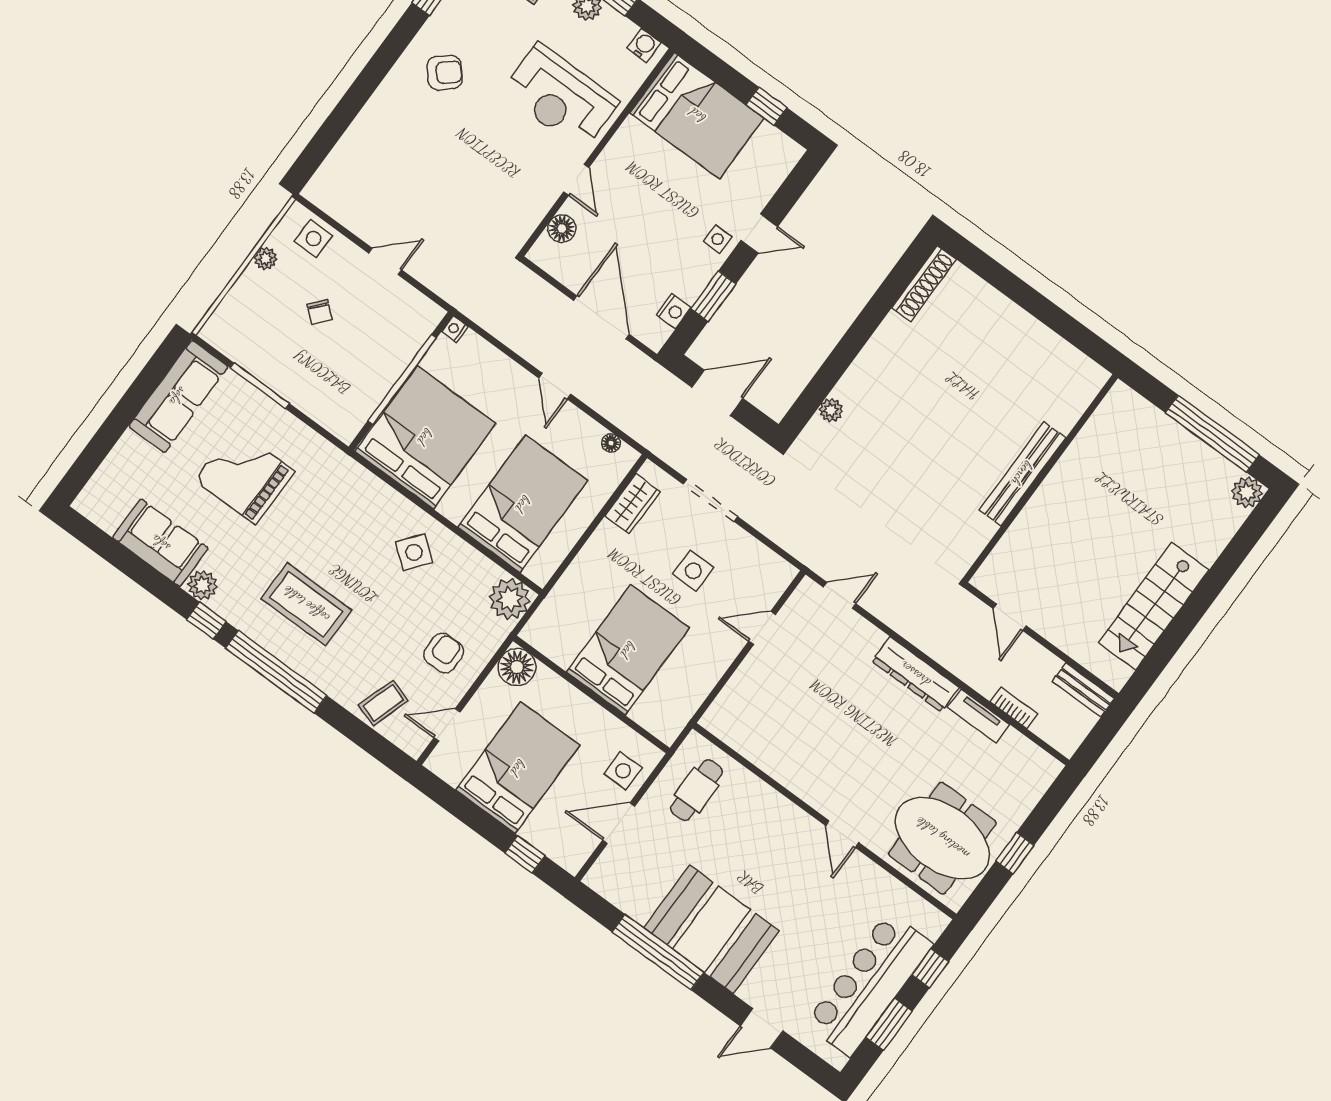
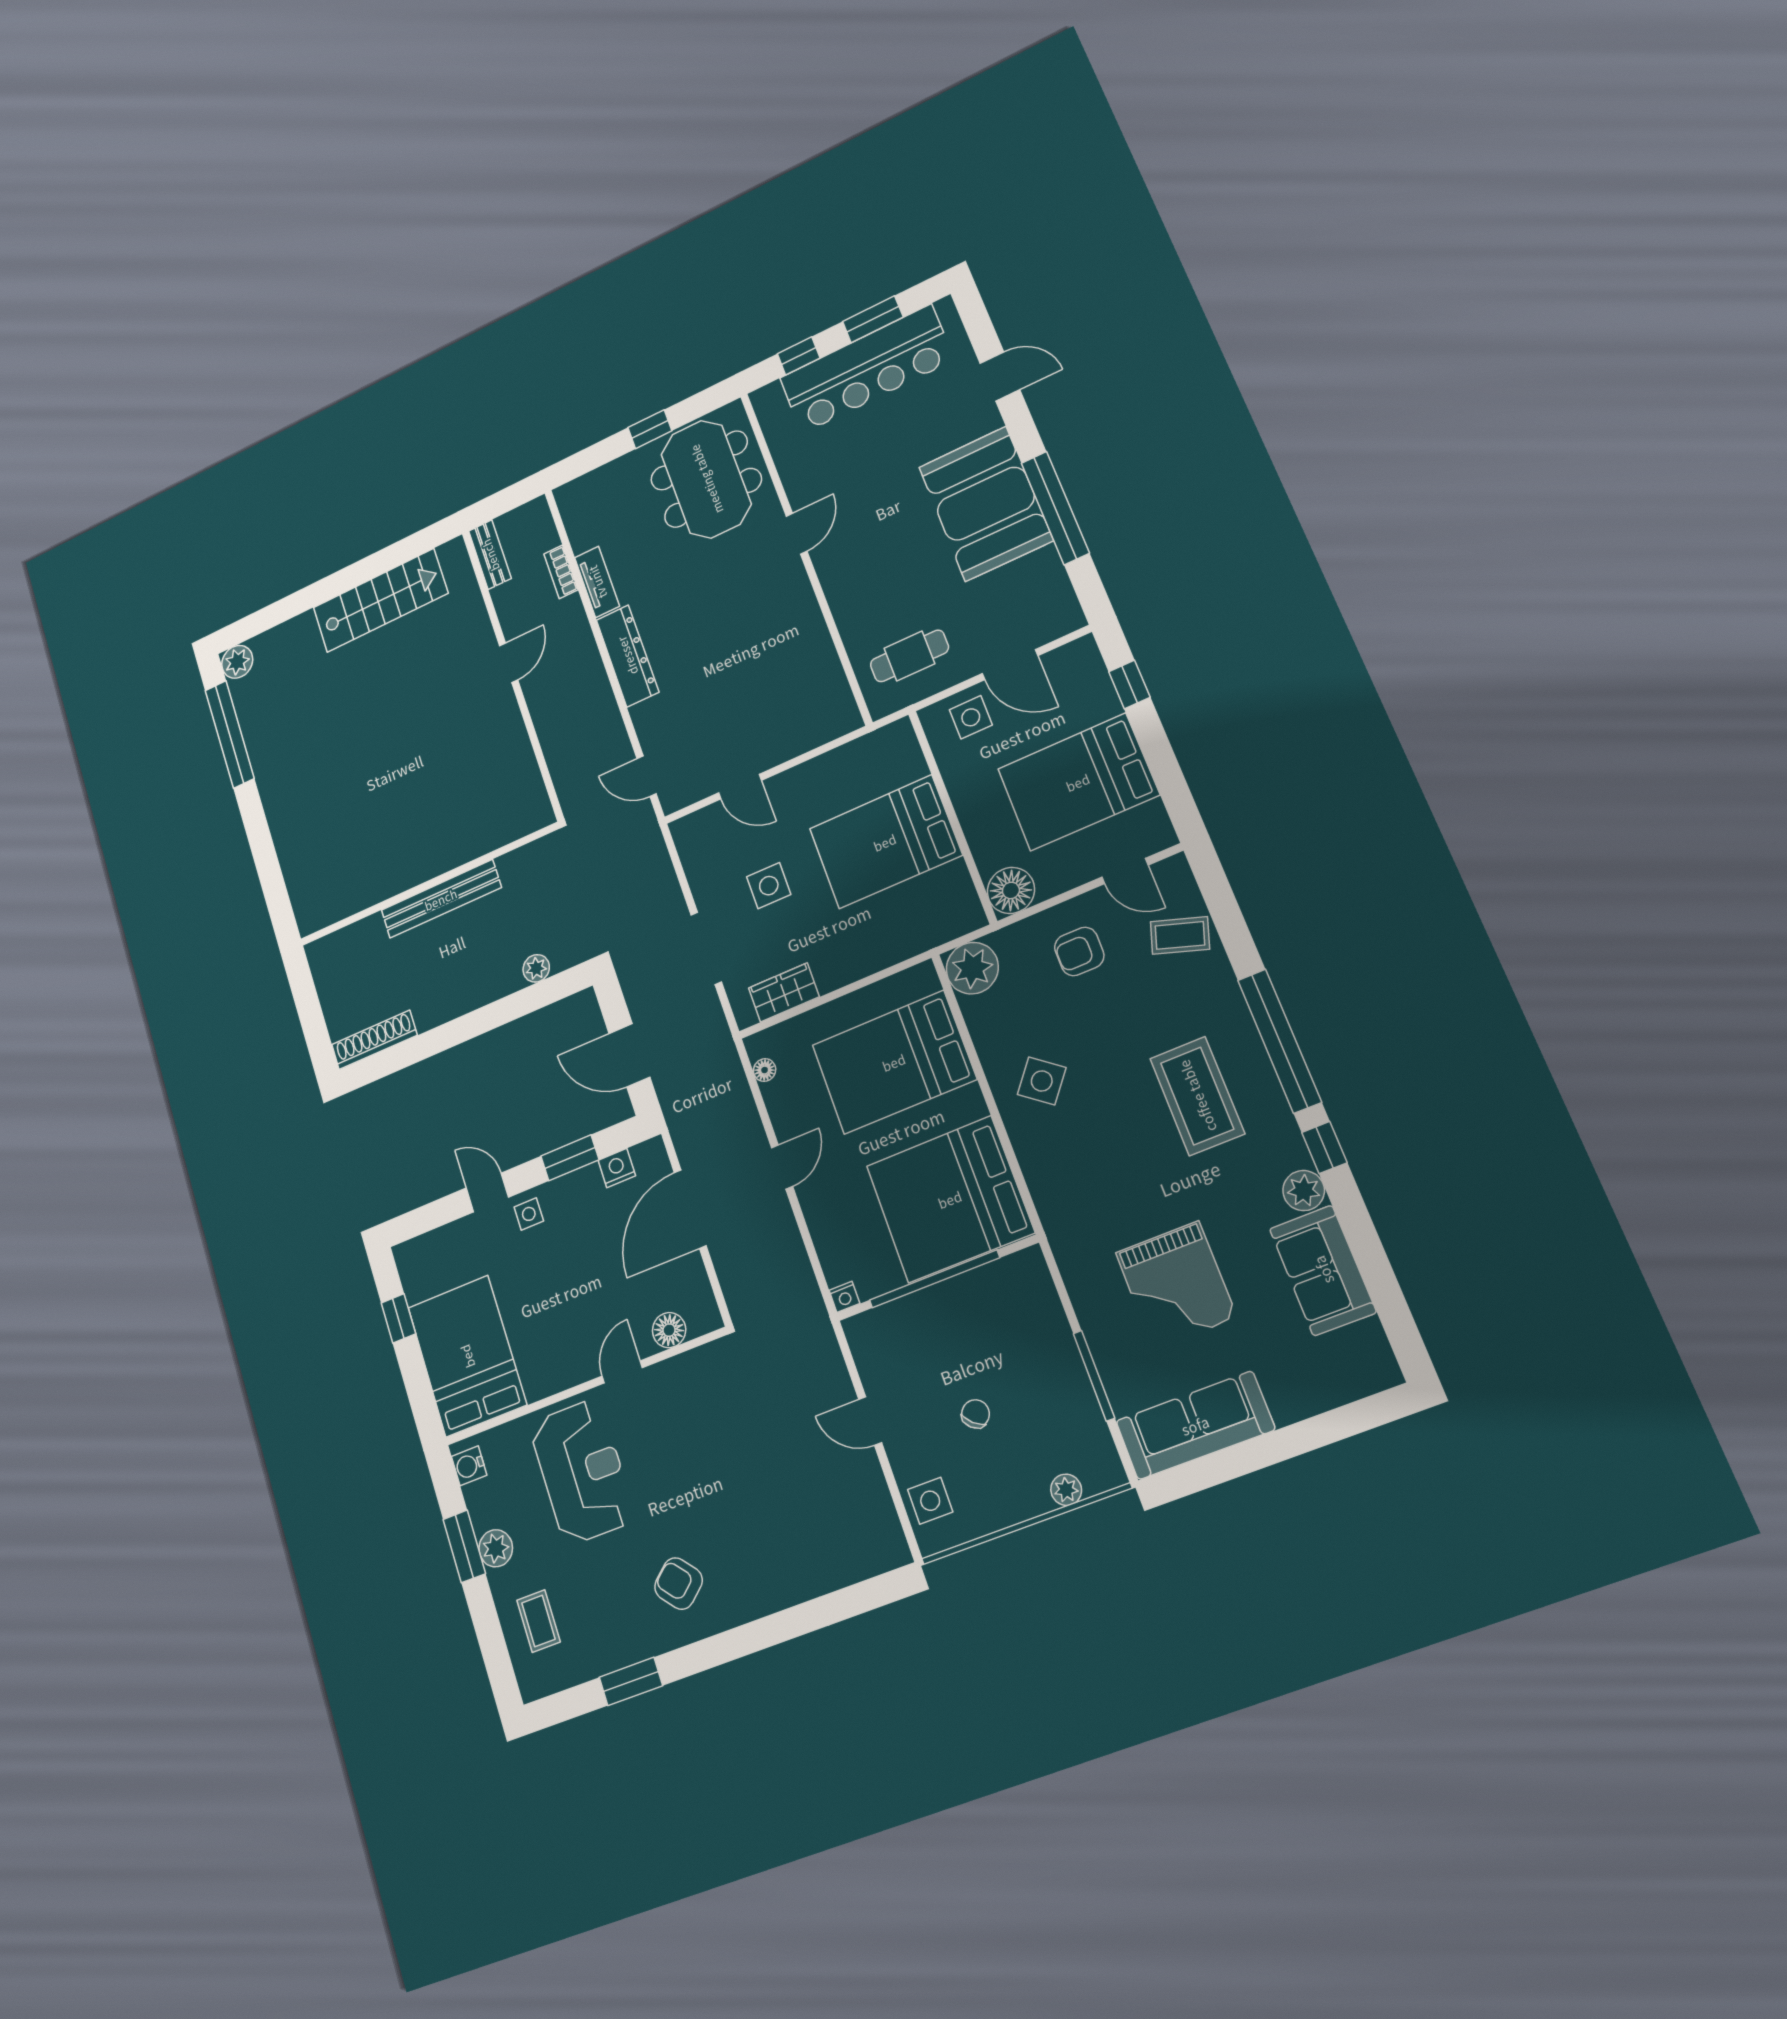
plant: (266, 258) -> (1066, 1490), moved
bench: (1022, 474) -> (441, 899), moved
wall: (1040, 478) -> (429, 884), moved

